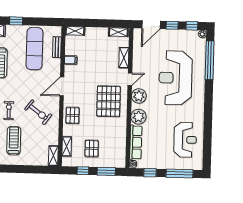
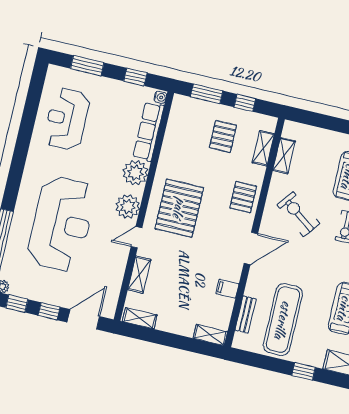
shelving: (53, 156) -> (284, 156), moved
window: (180, 173) -> (87, 66), width x0.69

